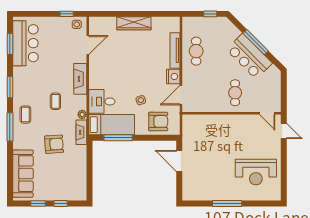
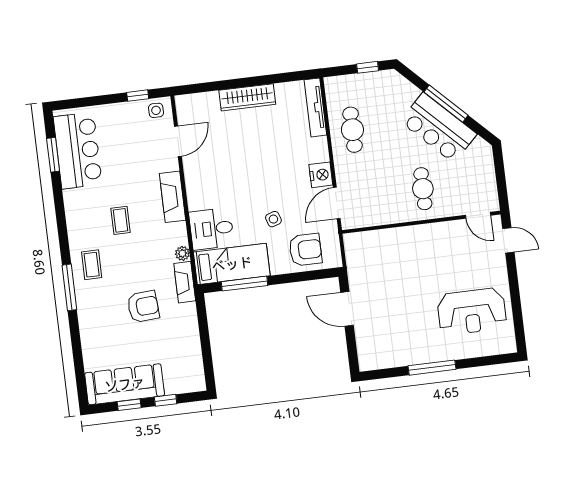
tv unit: (175, 50) -> (315, 107), moved
window: (10, 87) -> (62, 224), removed
coffee table: (55, 101) -> (121, 220), moved
sofa: (23, 174) -> (125, 384), moved, turned -90

